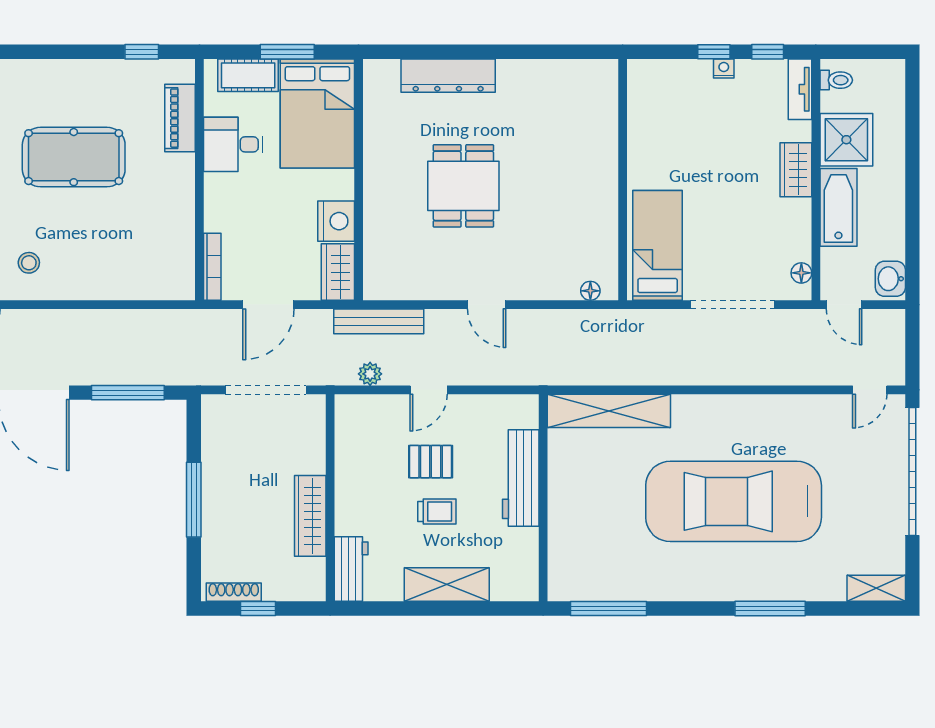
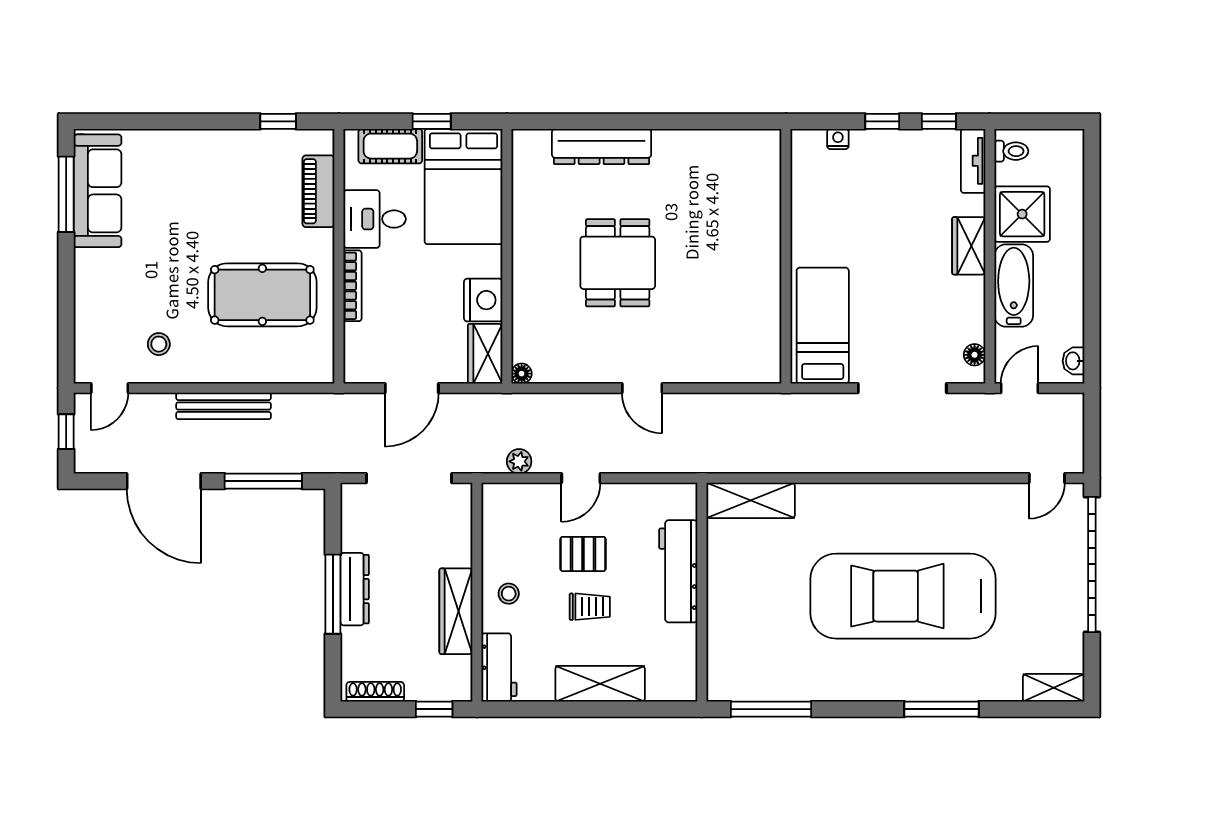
window: (287, 52) -> (432, 121), width x0.67
nightstand: (724, 69) -> (838, 139), moved
pool table: (74, 157) -> (262, 295), moved
bookcase: (212, 267) -> (353, 286), moved
washbasin: (890, 279) -> (1073, 361), width x0.72, depth x0.69
floor lamp: (590, 291) -> (522, 374), moved
door: (844, 305) -> (1020, 388), swing flipped
bench: (379, 321) -> (224, 406), moved
shelving: (609, 411) -> (751, 500), width x0.68
dresser: (214, 495) -> (355, 589), added
stool: (360, 499) -> (509, 594), added
window: (258, 608) -> (434, 709), moved

